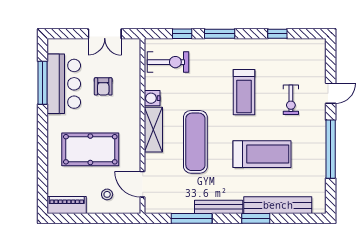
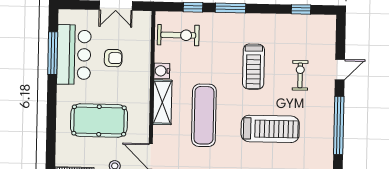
window: (277, 34) -> (301, 9), moved
armchair: (103, 86) -> (113, 58), turned -90
exercise bike: (291, 100) -> (300, 75), turned 180

